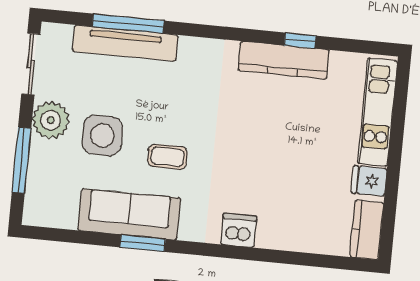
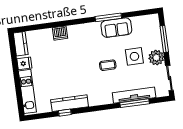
coffee table: (167, 157) -> (108, 65), moved
sofa: (129, 214) -> (116, 28), width x0.73
dishwasher: (239, 230) -> (60, 33), moved
window: (143, 243) -> (108, 17), width x1.44

